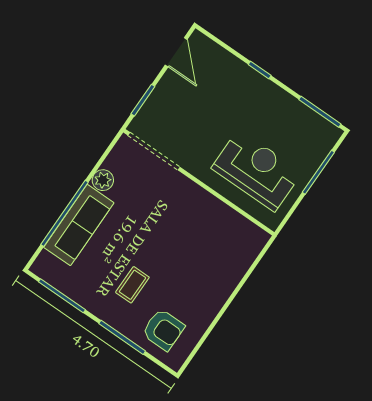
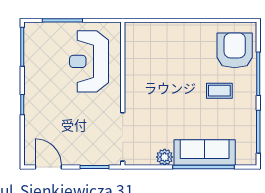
door: (176, 52) -> (48, 167), hinge flipped
armchair: (163, 330) -> (235, 50), width x1.36, depth x1.36

